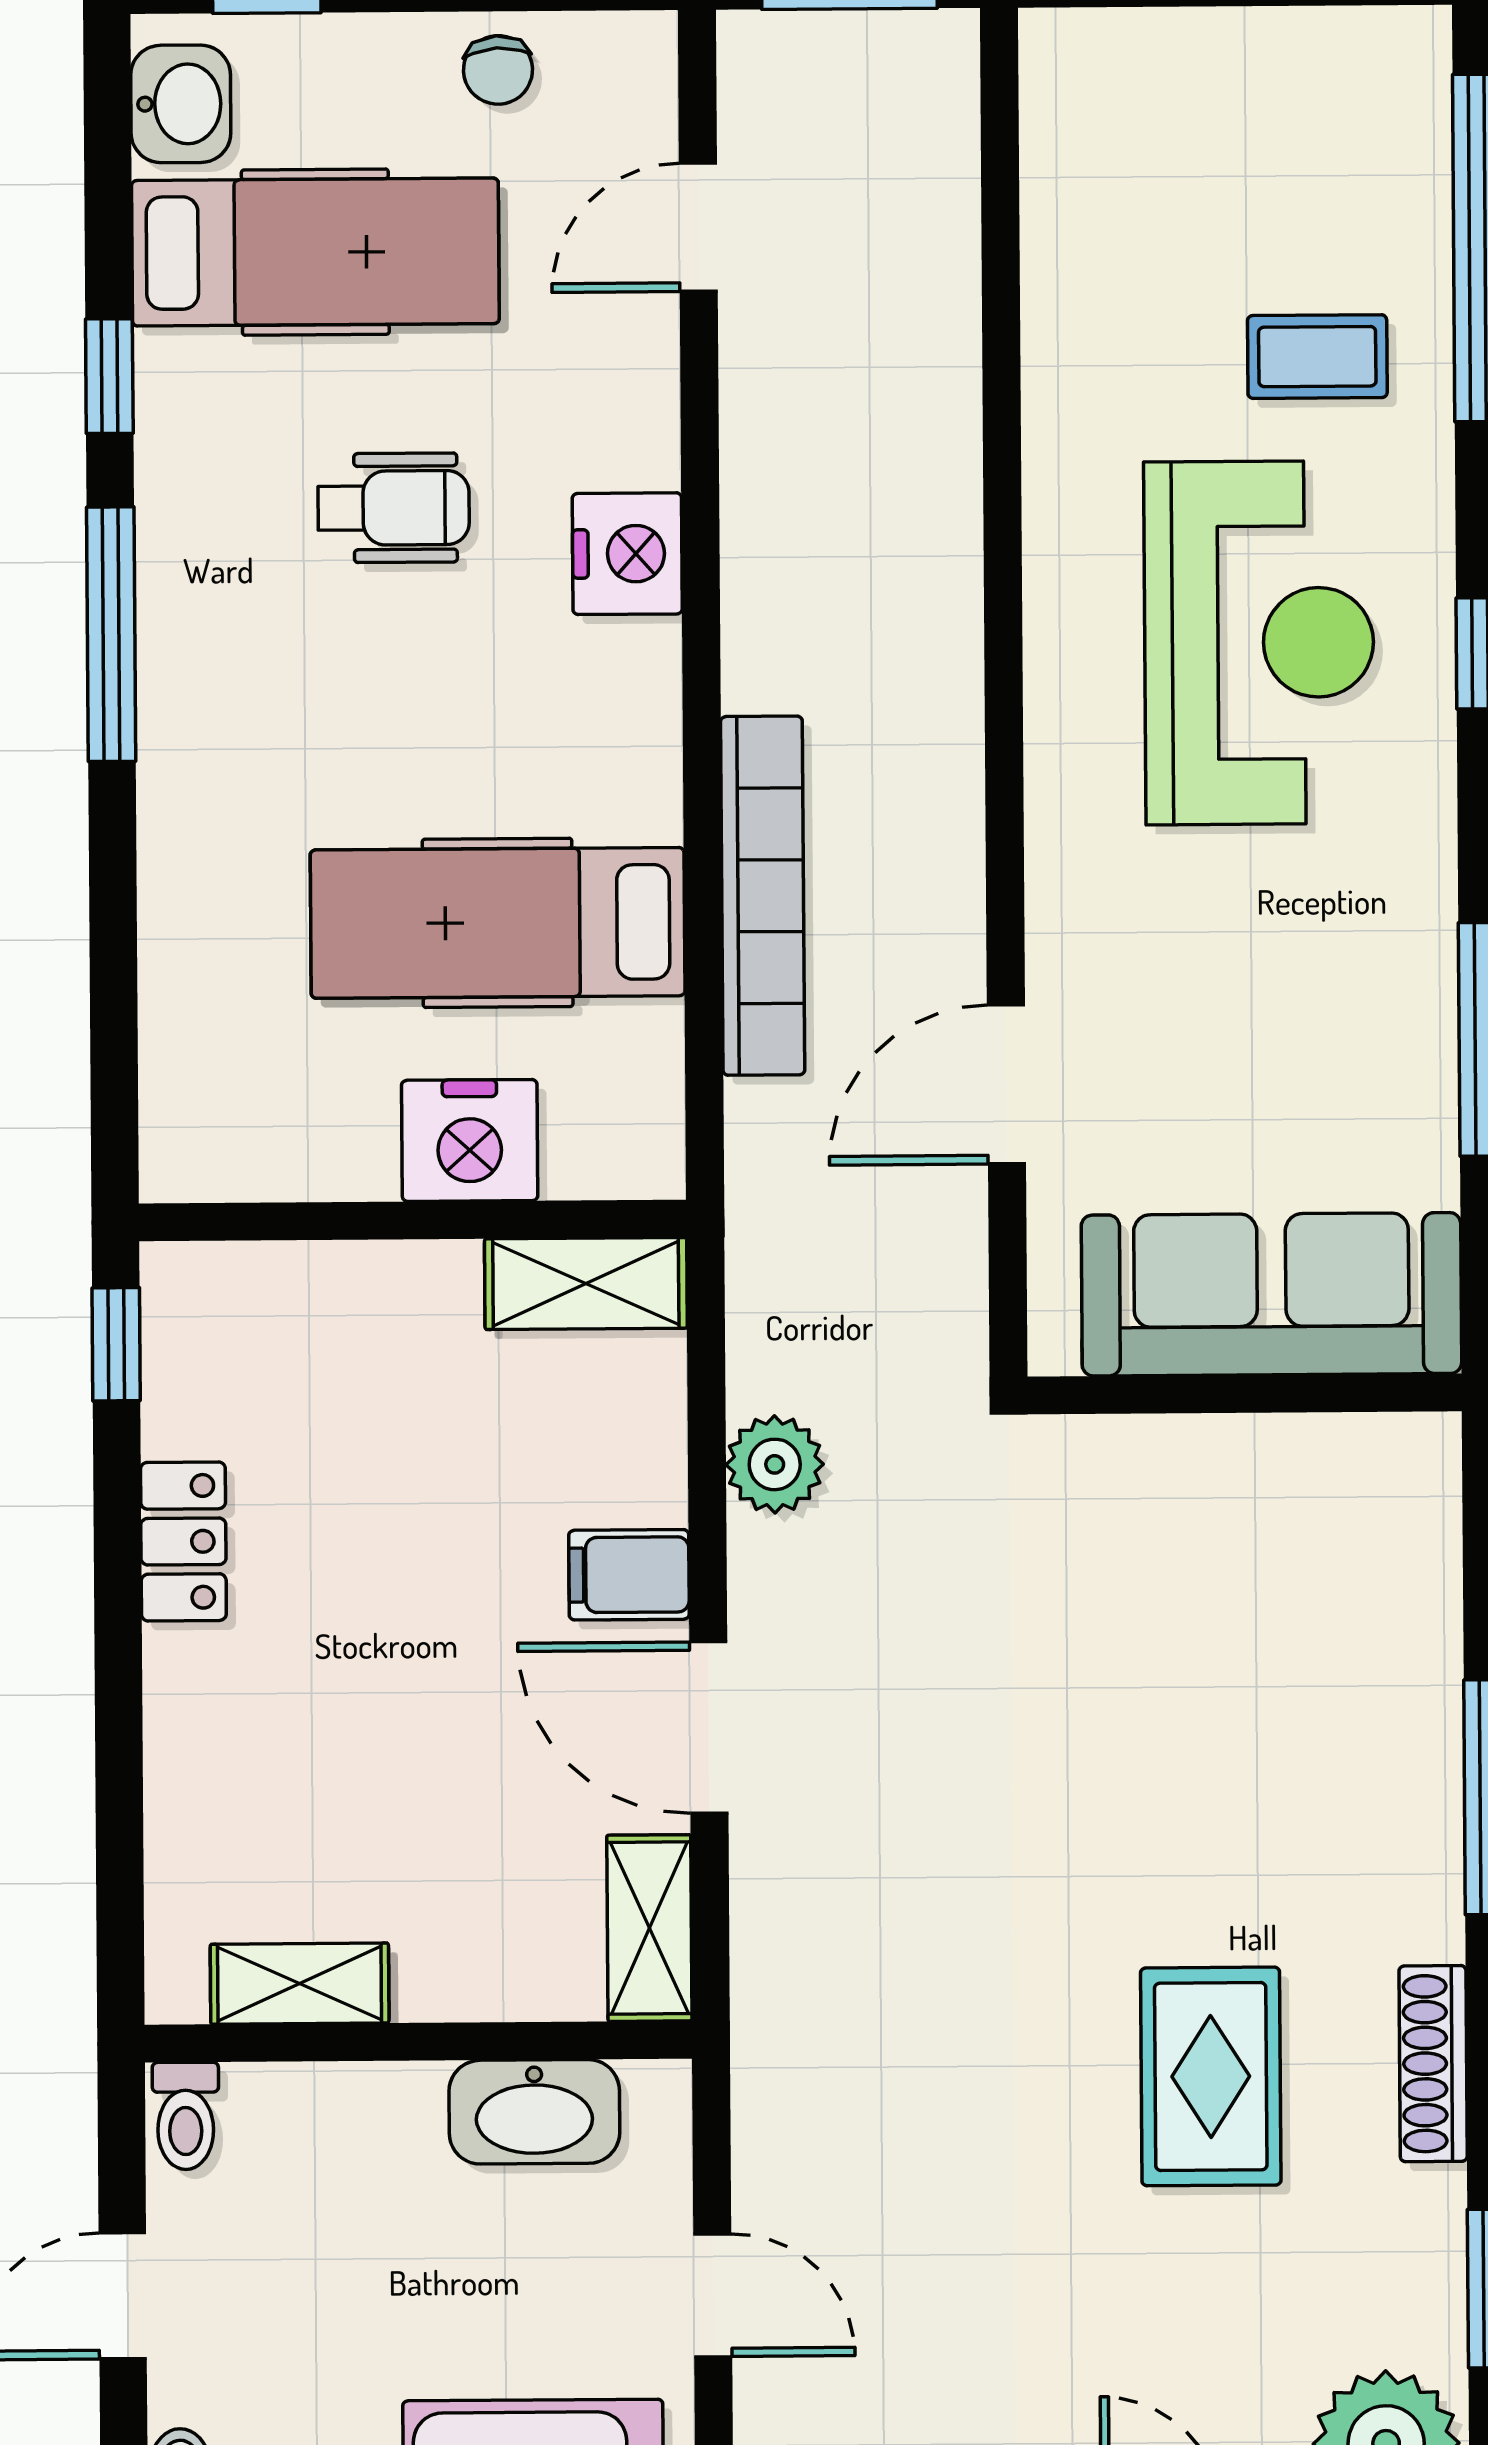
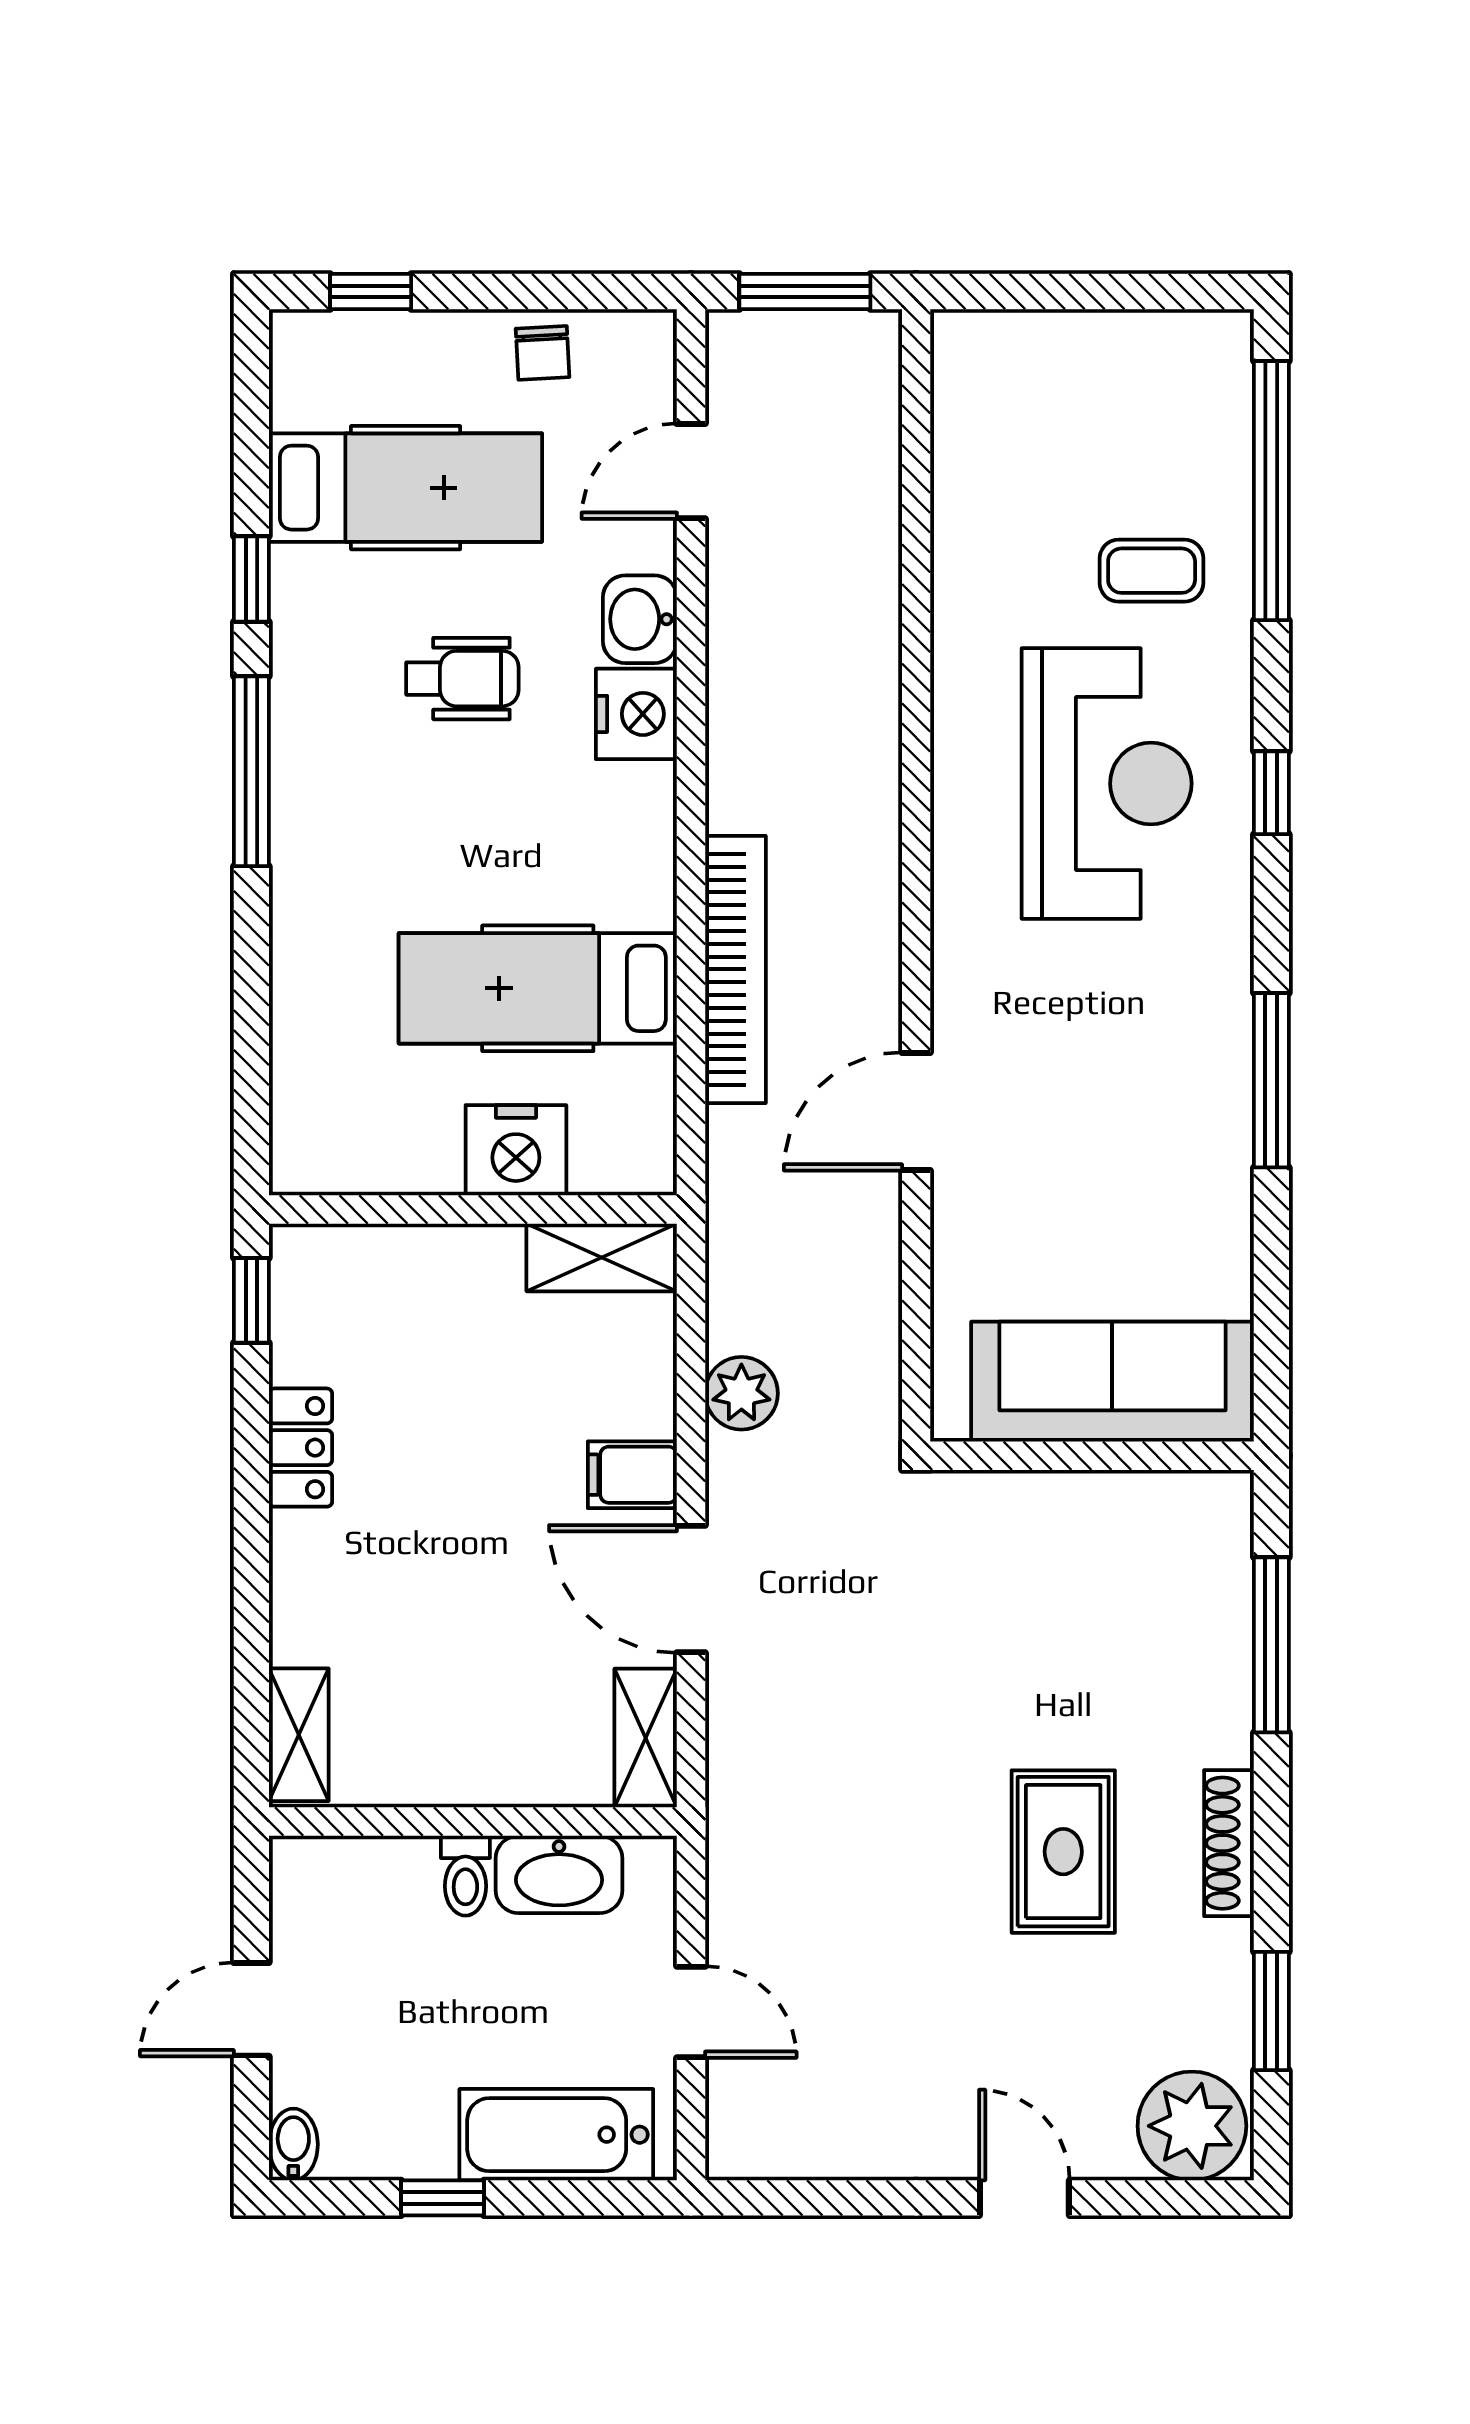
washbasin: (181, 104) -> (640, 619), moved, turned 180
sofa: (1271, 1294) -> (1112, 1382), moved
wall: (1245, 1394) -> (1092, 1456), moved
shelving: (300, 1984) -> (299, 1735), moved, turned 90
toilet: (186, 2116) -> (465, 1876), moved

